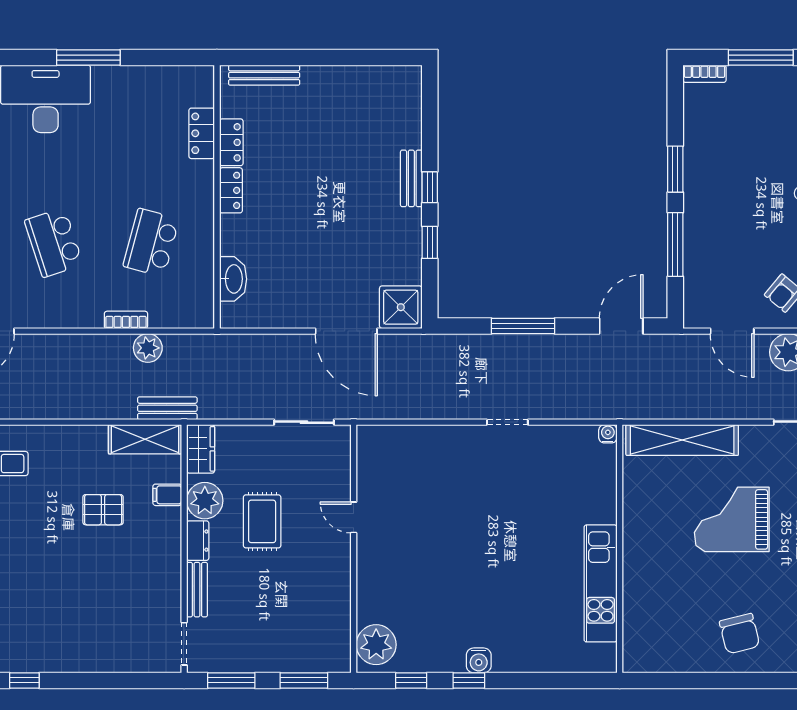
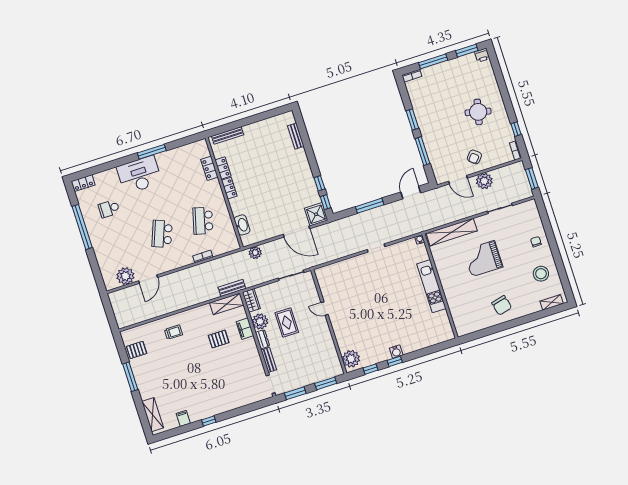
bench: (411, 178) -> (296, 136), moved
window: (430, 187) -> (325, 202), moved
school desk: (54, 243) -> (162, 234), turned 39
plant: (148, 348) -> (255, 253), moved
filing cabinet: (167, 495) -> (245, 329), width x2.00
kitchen unit: (601, 583) -> (431, 286), moved

